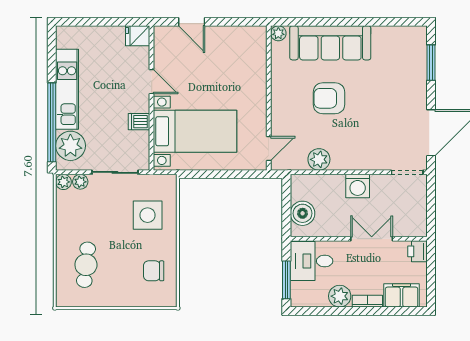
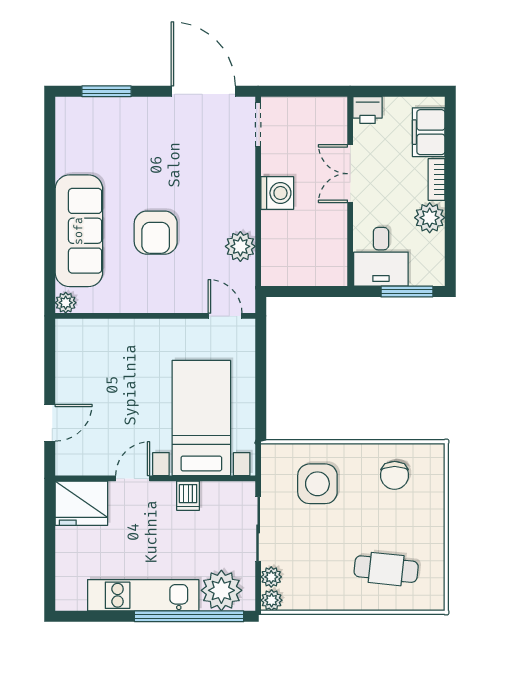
fridge: (138, 36) -> (81, 503), width x1.88, depth x1.34
boiler: (303, 213) -> (315, 269), removed

